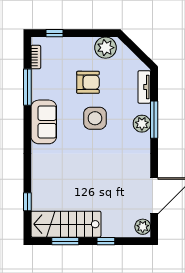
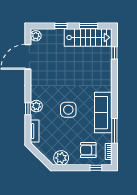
armchair: (88, 82) -> (88, 150), moved
window: (154, 120) -> (28, 109), width x0.46
sofa: (44, 122) -> (103, 113), width x1.36

